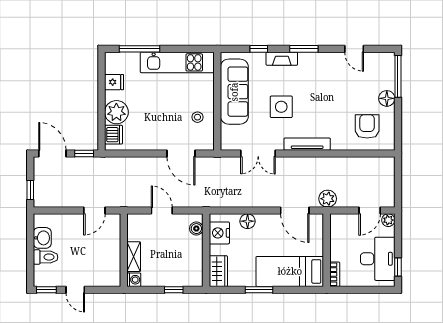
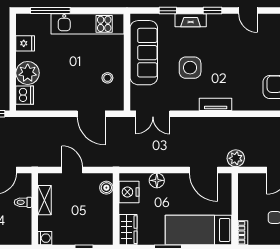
window: (304, 49) -> (212, 11), width x0.67
door: (354, 49) -> (248, 11), moved
tv unit: (307, 144) -> (216, 104), width x0.71
double door: (258, 153) -> (153, 114), moved
toilet: (112, 243) -> (23, 202), added
shelving: (134, 257) -> (44, 200), moved

